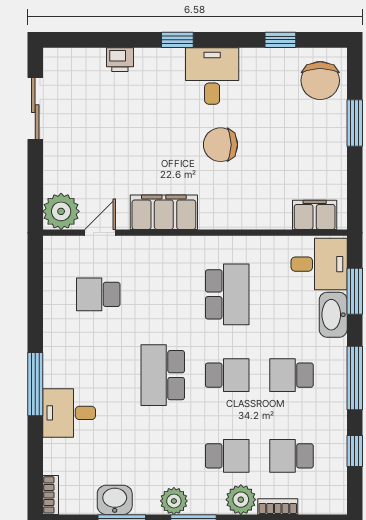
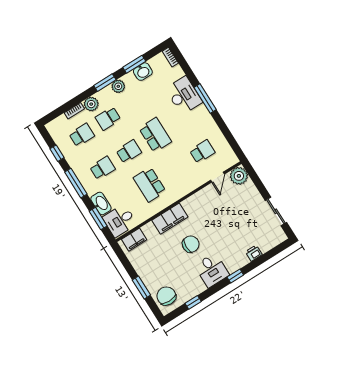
filing cabinet: (164, 212) -> (170, 219), moved
school desk: (227, 375) -> (129, 152), turned 180
desk: (69, 413) -> (184, 95), width x1.37

